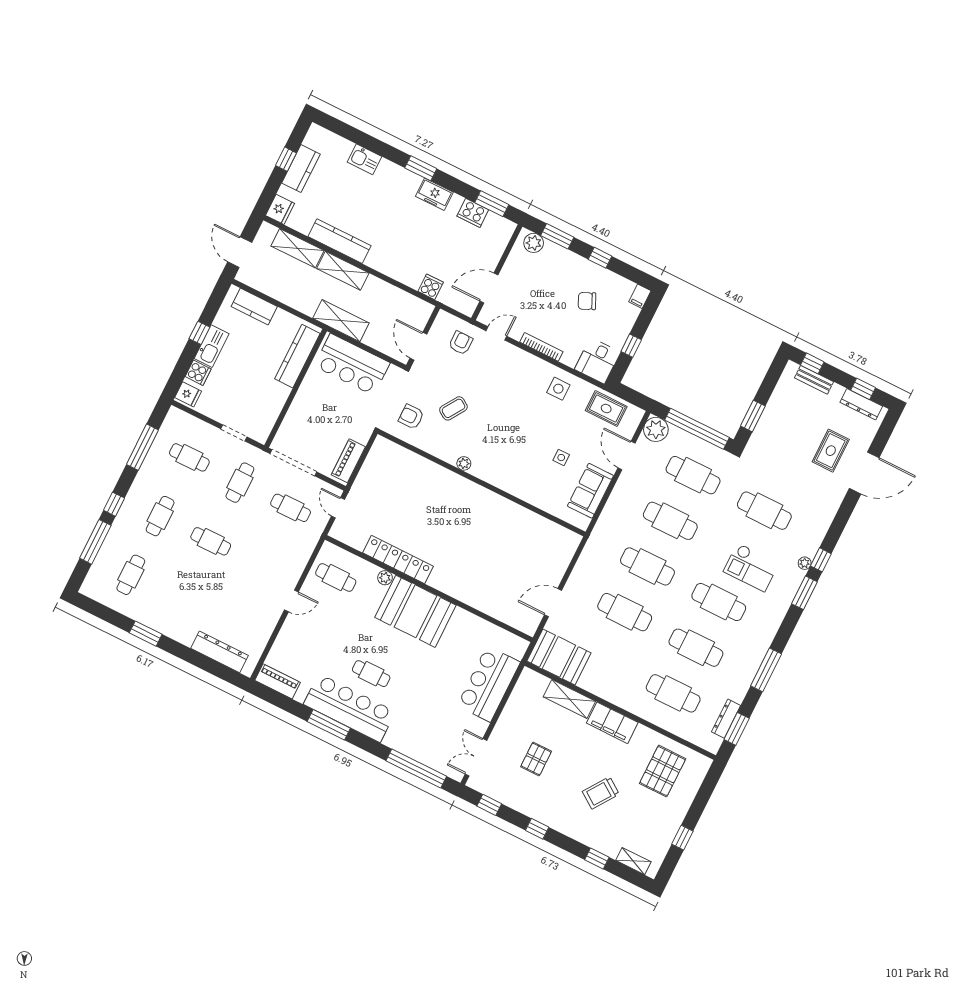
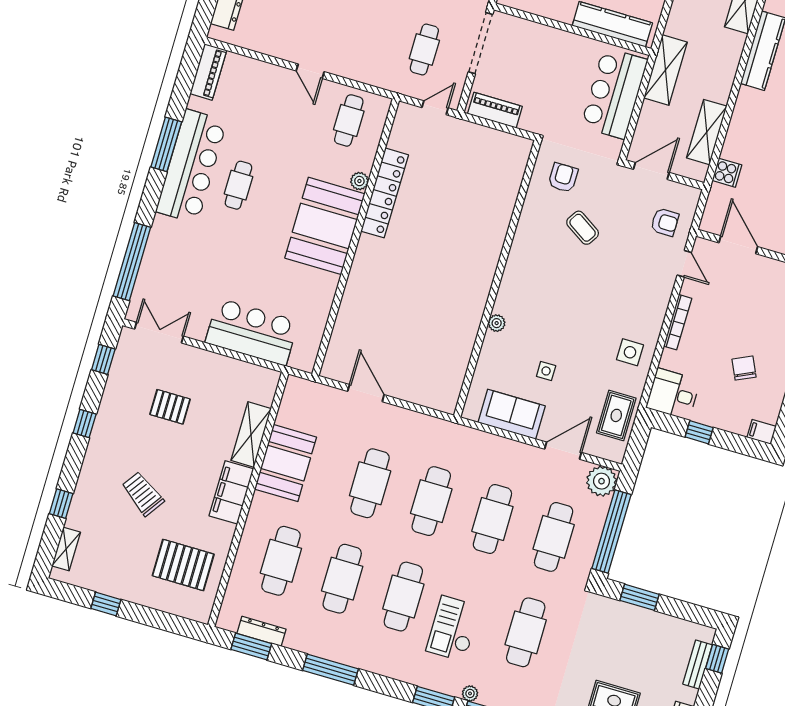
shelving: (343, 271) -> (707, 132), moved
plant: (464, 463) -> (497, 323), moved
booth: (559, 657) -> (286, 463), moved

